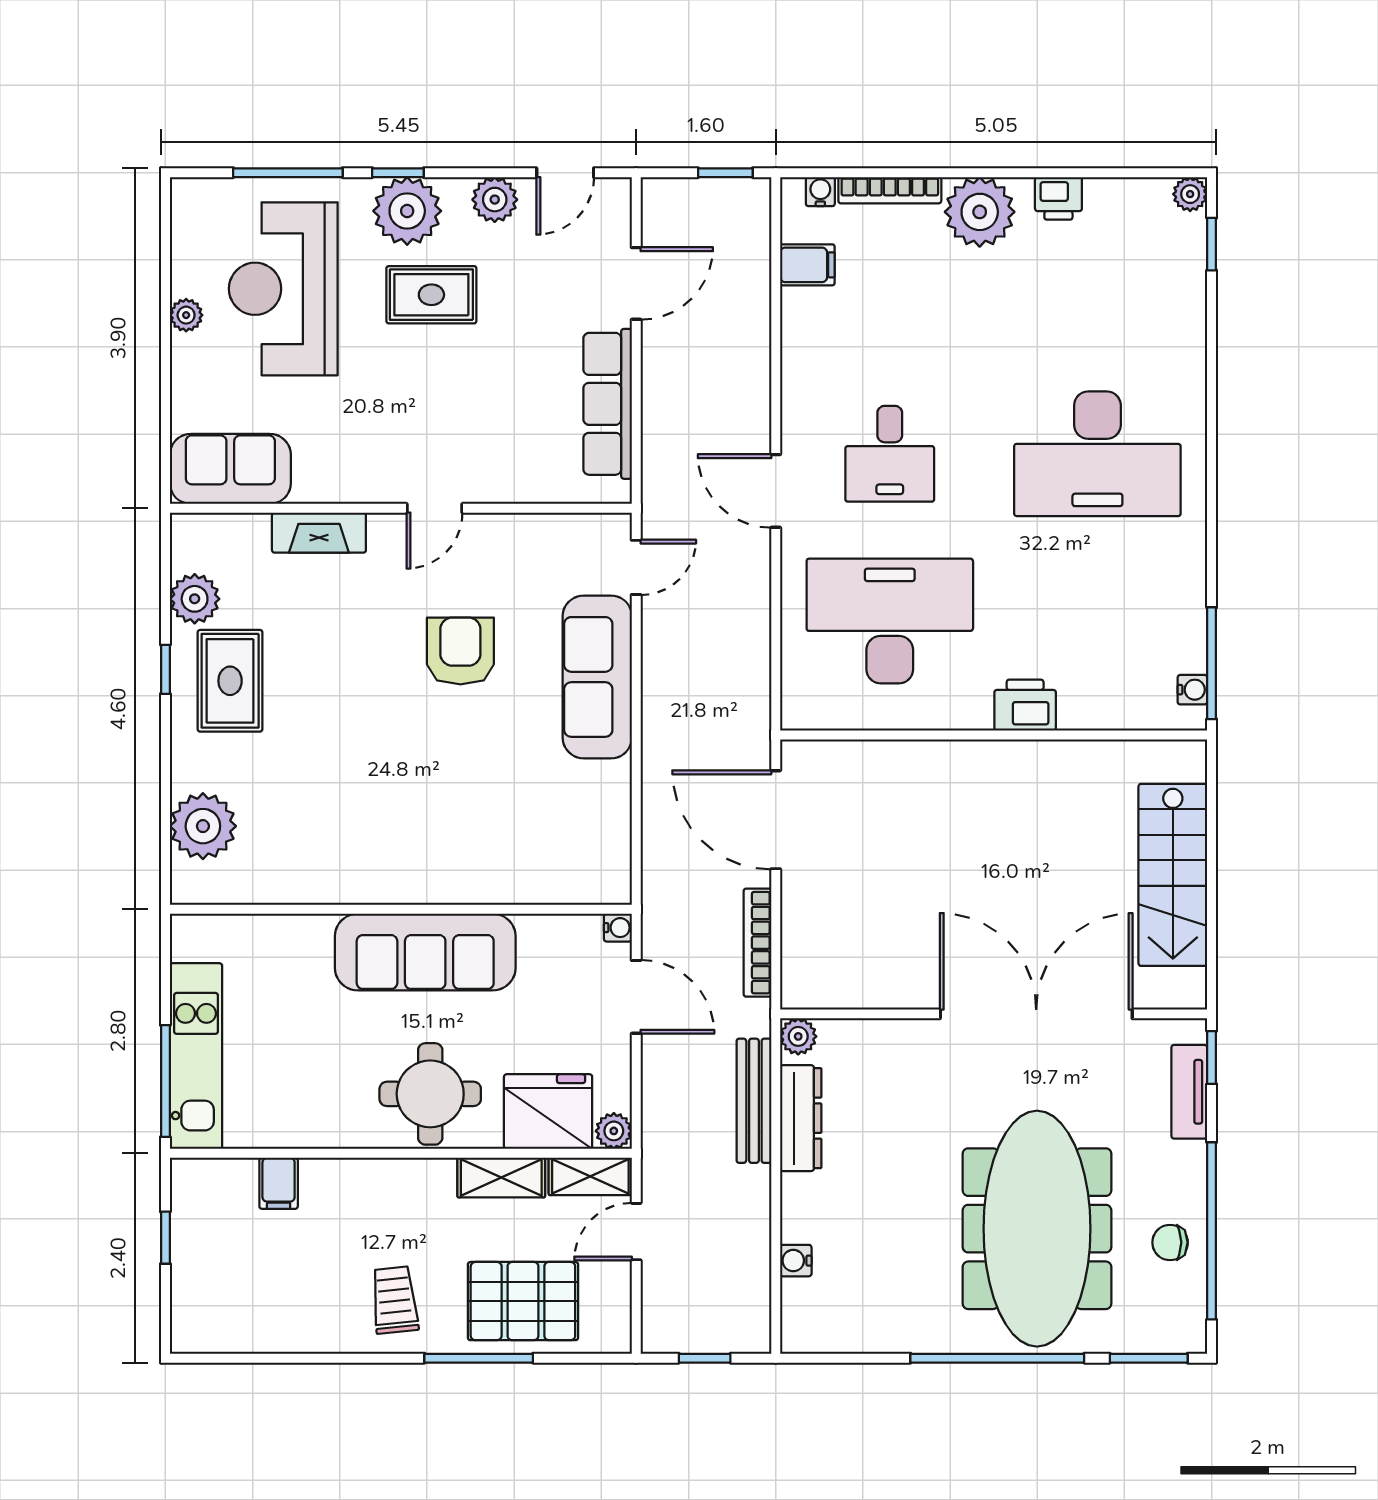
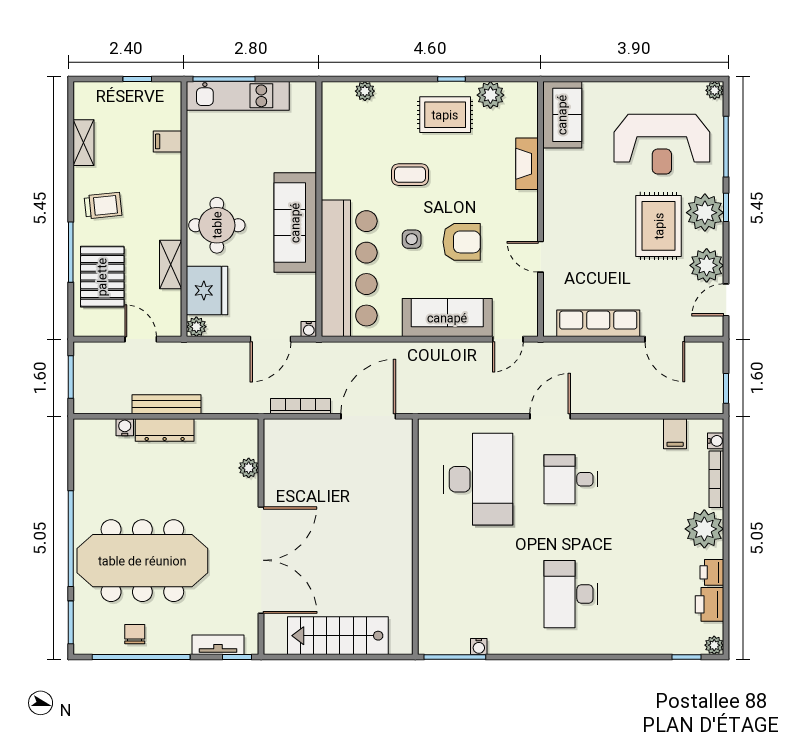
door: (565, 173) -> (726, 300), hinge flipped
plant: (495, 200) -> (707, 265), width x1.36, depth x1.36
reception desk: (283, 289) -> (662, 144), turned 180
rug: (431, 295) -> (659, 226), width x1.36, depth x1.43
plant: (186, 315) -> (715, 90), moved
desk: (1097, 454) -> (571, 594), width x0.73, depth x0.77
door: (434, 508) -> (541, 257), moved
door: (636, 567) -> (508, 339), hinge flipped
water cooler: (1192, 690) -> (479, 647), moved
printer: (1025, 705) -> (710, 604), moved, turned 180
side table: (455, 741) -> (412, 239), added
coffee table: (339, 744) -> (410, 175), added
plant: (203, 826) -> (365, 91), width x0.53, depth x0.53
bar counter: (508, 855) -> (349, 268), added
plant: (798, 1036) -> (249, 468), moved
bench: (754, 1101) -> (166, 404), moved
dresser: (801, 1118) -> (165, 430), moved
shelving: (590, 1176) -> (84, 143), moved
window: (705, 1358) -> (71, 377), width x1.50

